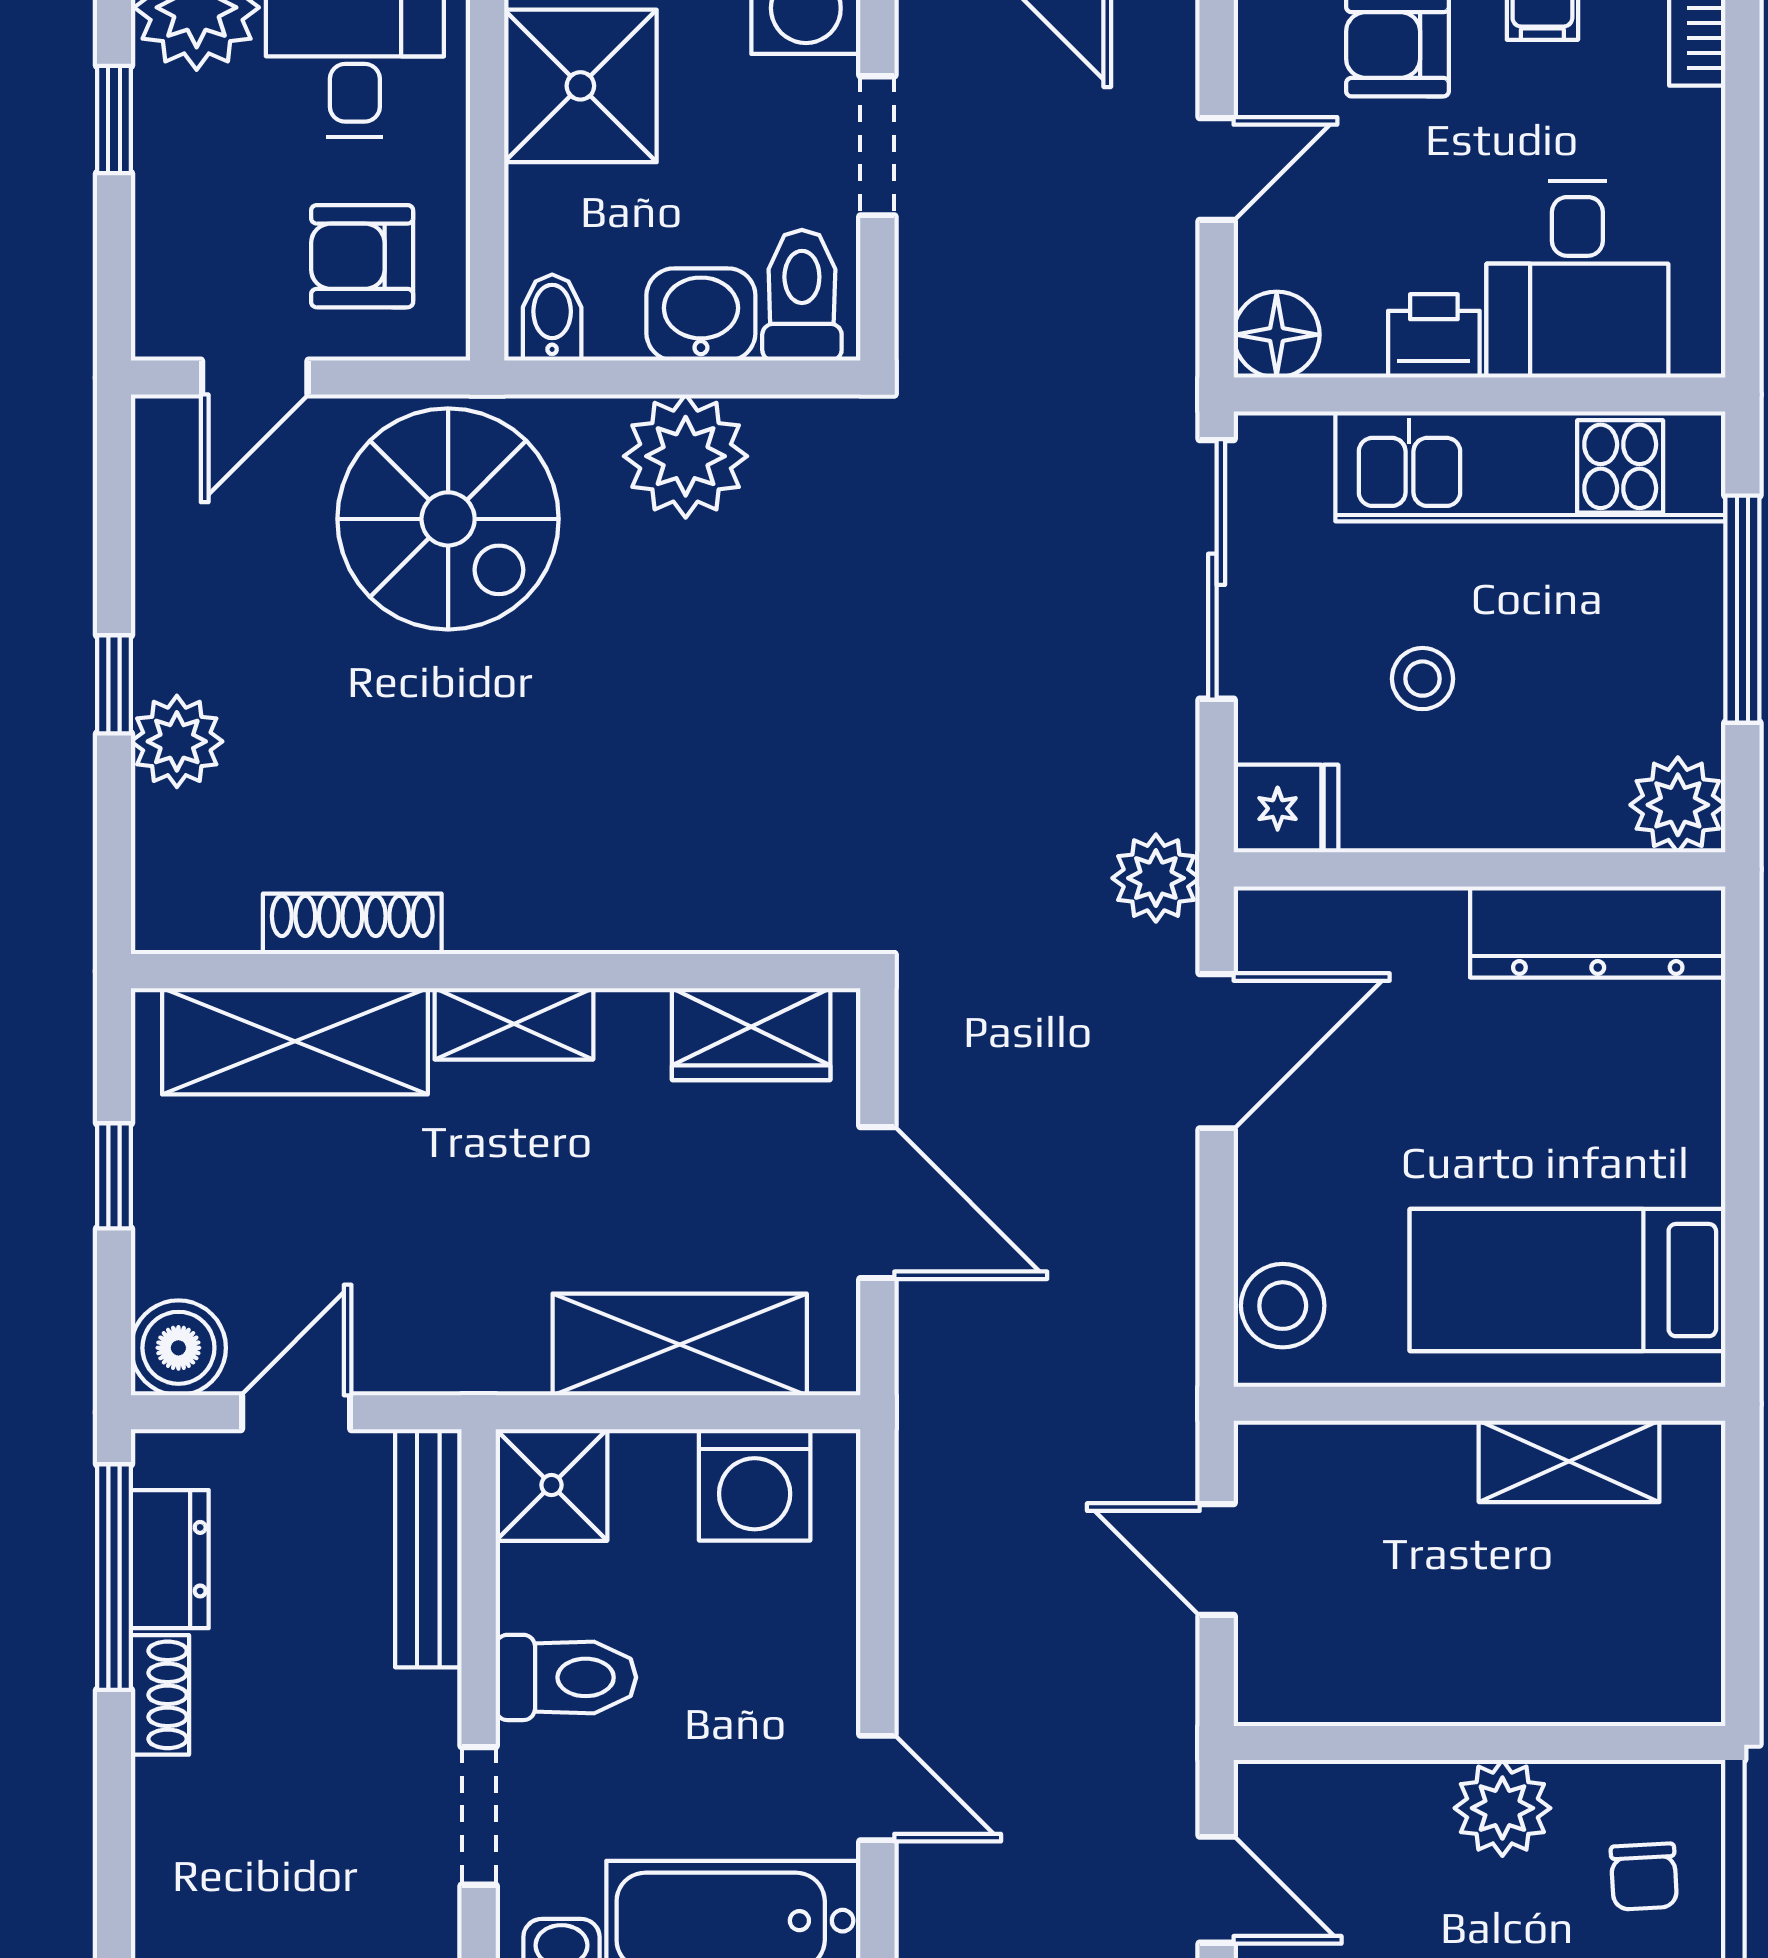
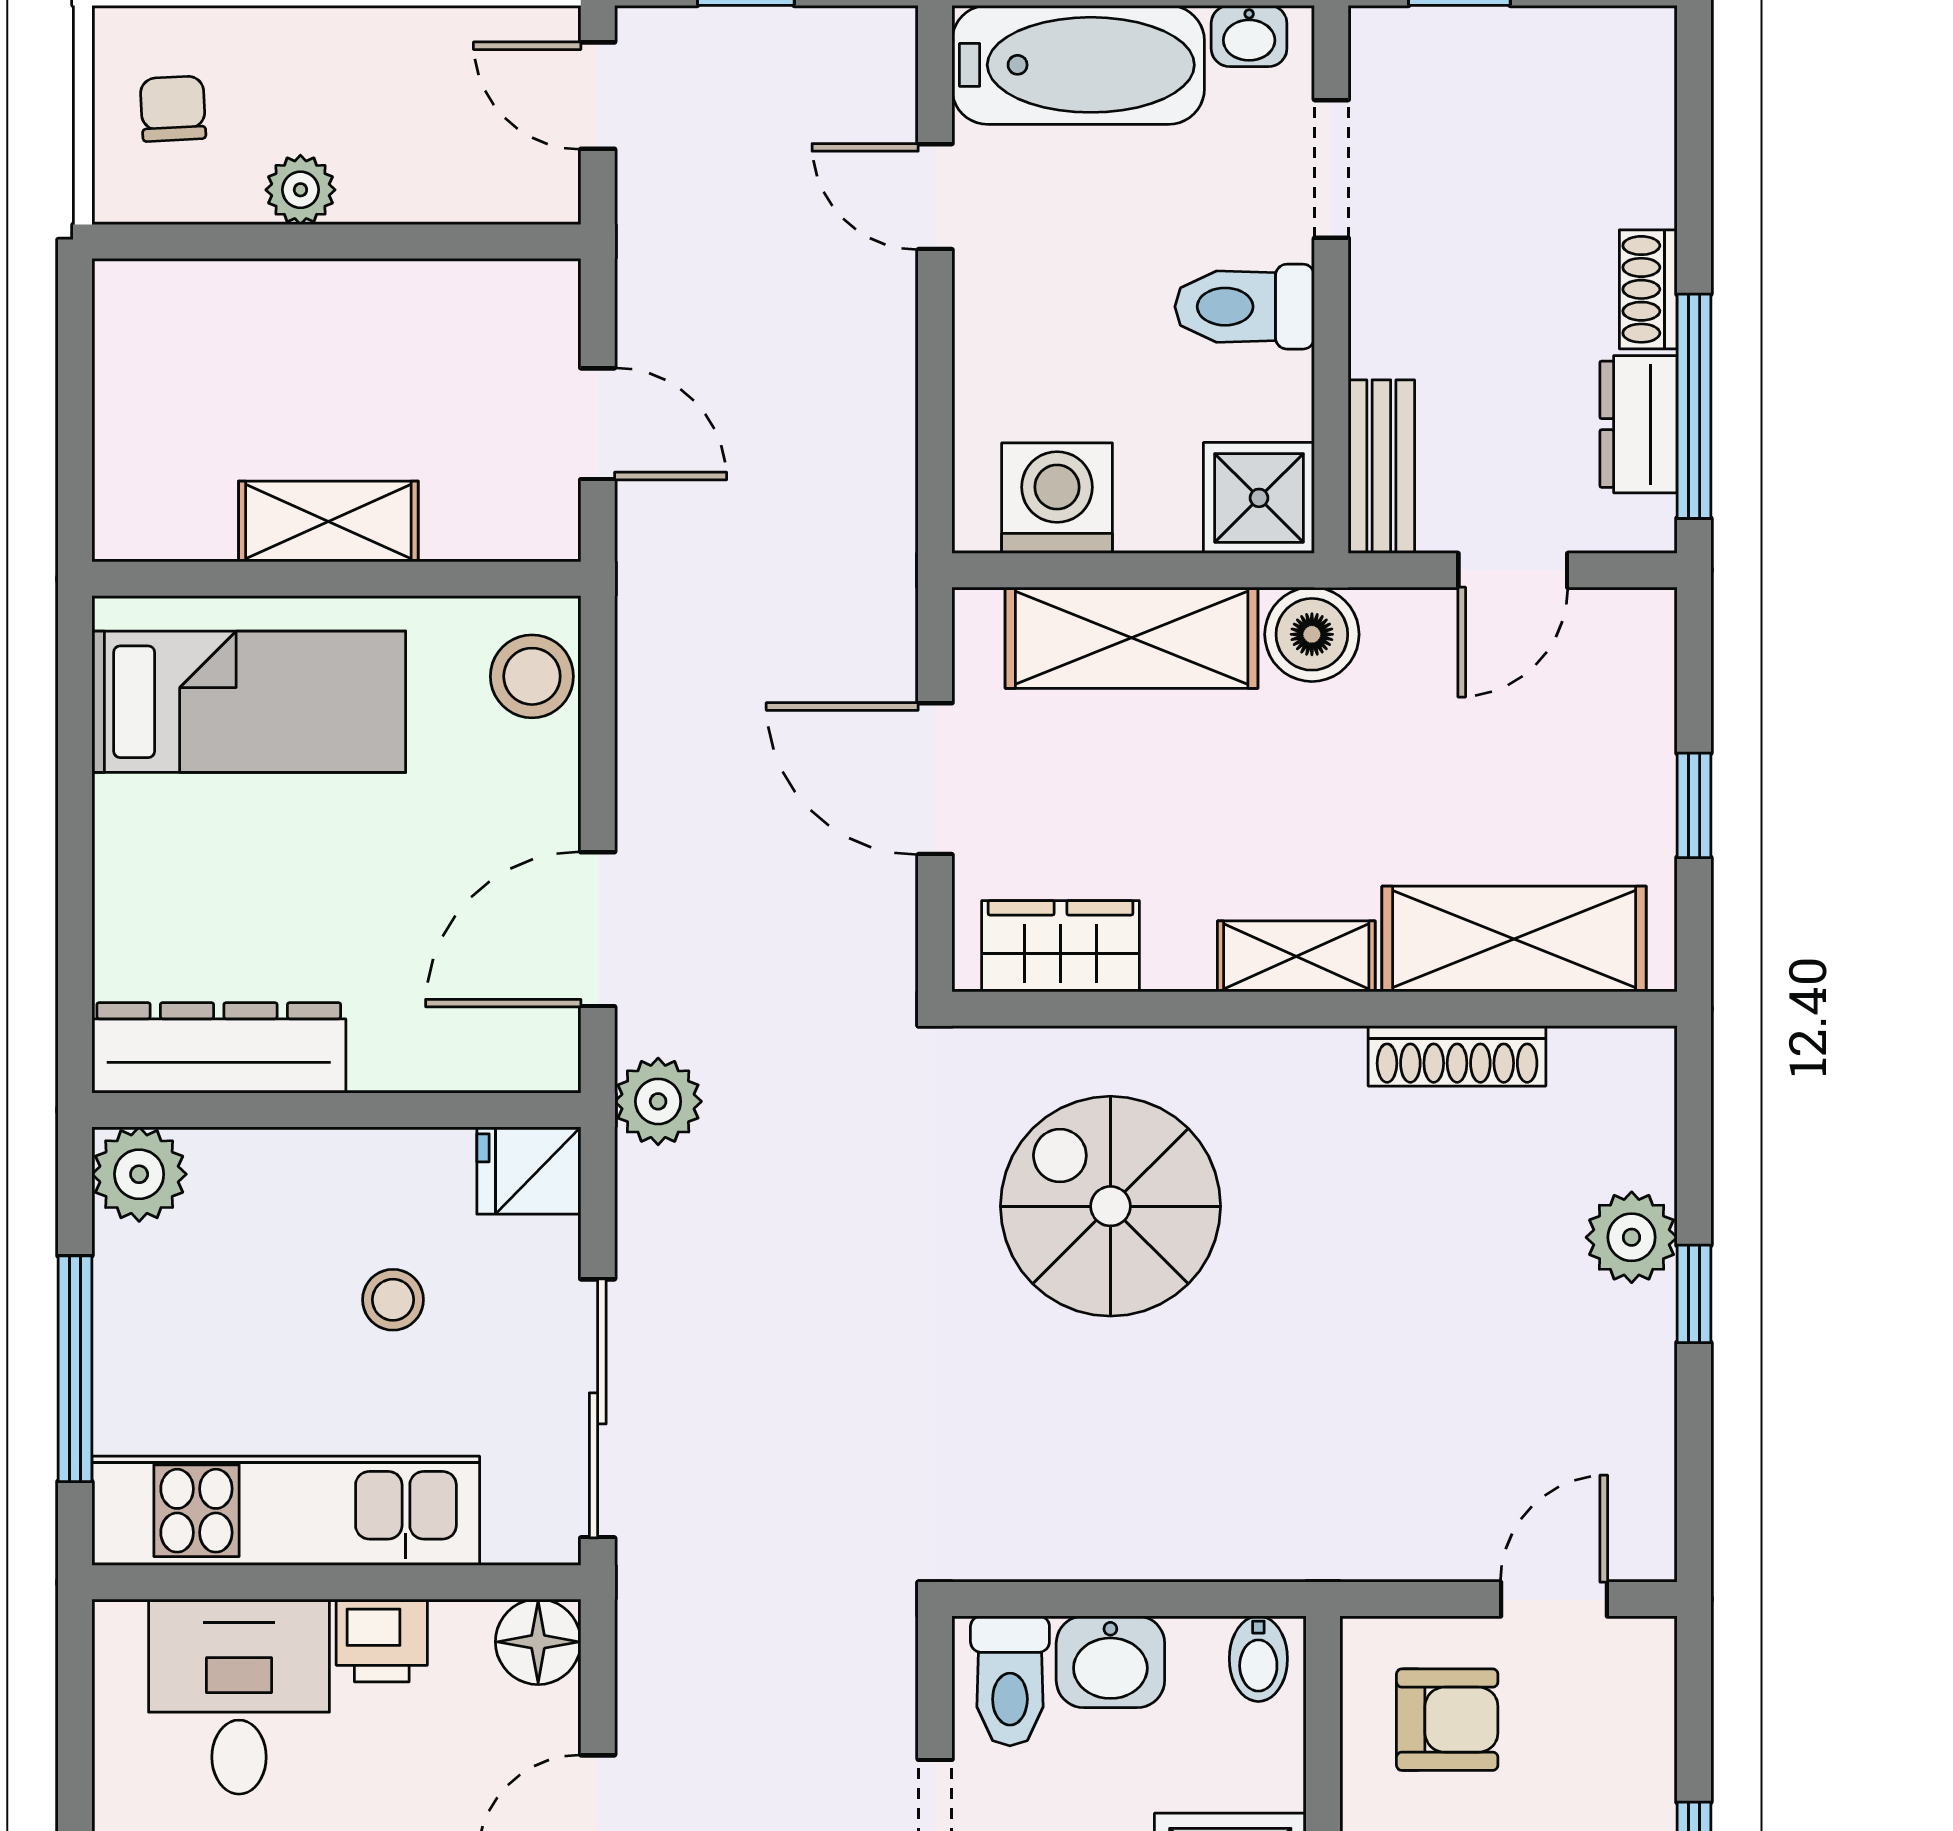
plant: (686, 456) -> (1126, 1521), removed
spiral stairs: (448, 519) -> (1110, 1206), moved
boiler: (178, 1348) -> (1312, 634), moved
shelving: (1569, 1461) -> (328, 521), moved
bench: (428, 1548) -> (1381, 467), width x0.73
plant: (1502, 1808) -> (300, 190), width x0.73, depth x0.73

